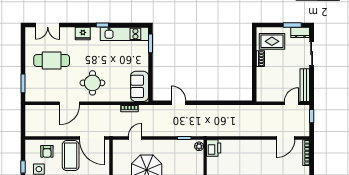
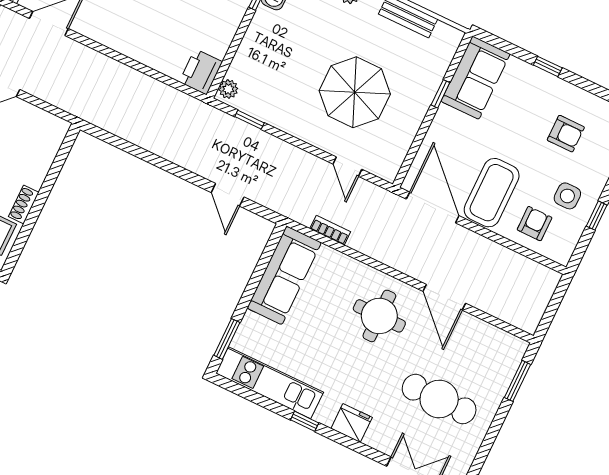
sofa: (140, 86) -> (284, 275), width x1.36
door: (69, 103) -> (444, 297), swing flipped
door: (135, 138) -> (347, 167), hinge flipped

